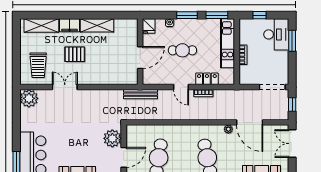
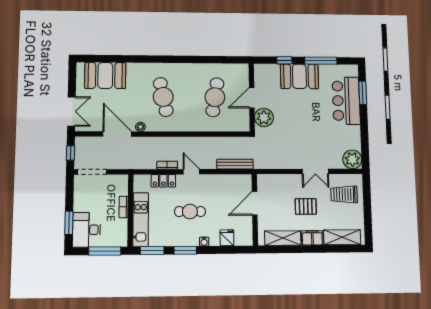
window: (260, 15) -> (105, 251), width x2.17
wall: (140, 52) -> (255, 210), moved
door: (140, 58) -> (255, 203), moved
trolley: (38, 65) -> (344, 194), turned -90

